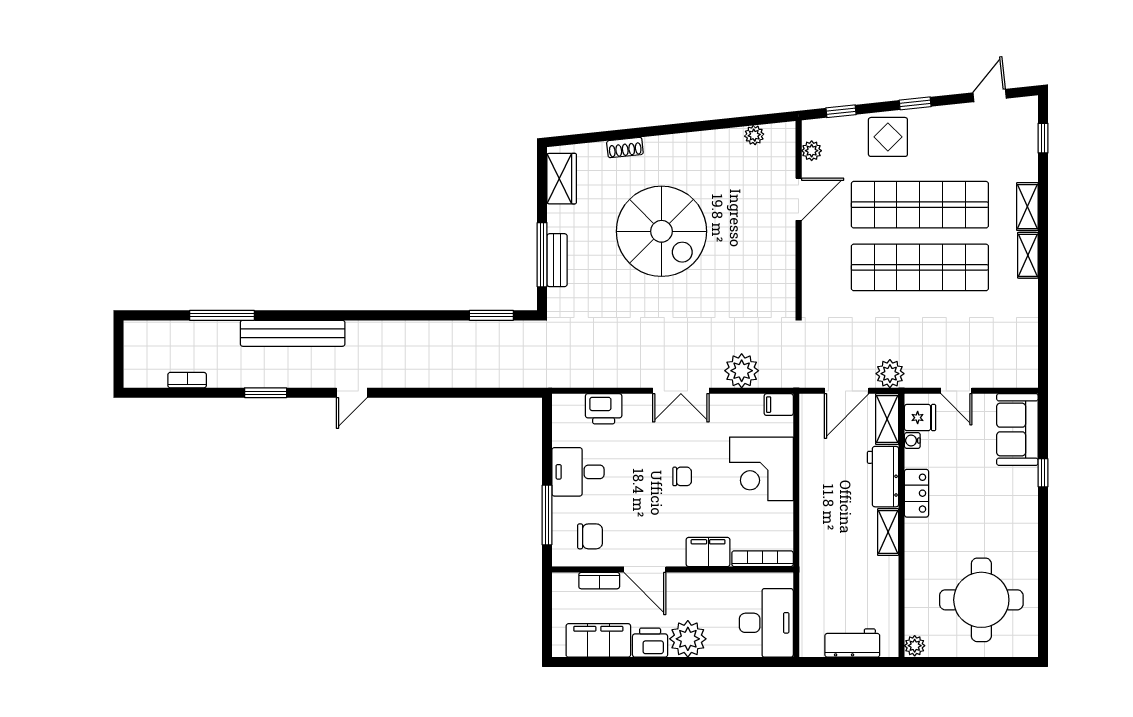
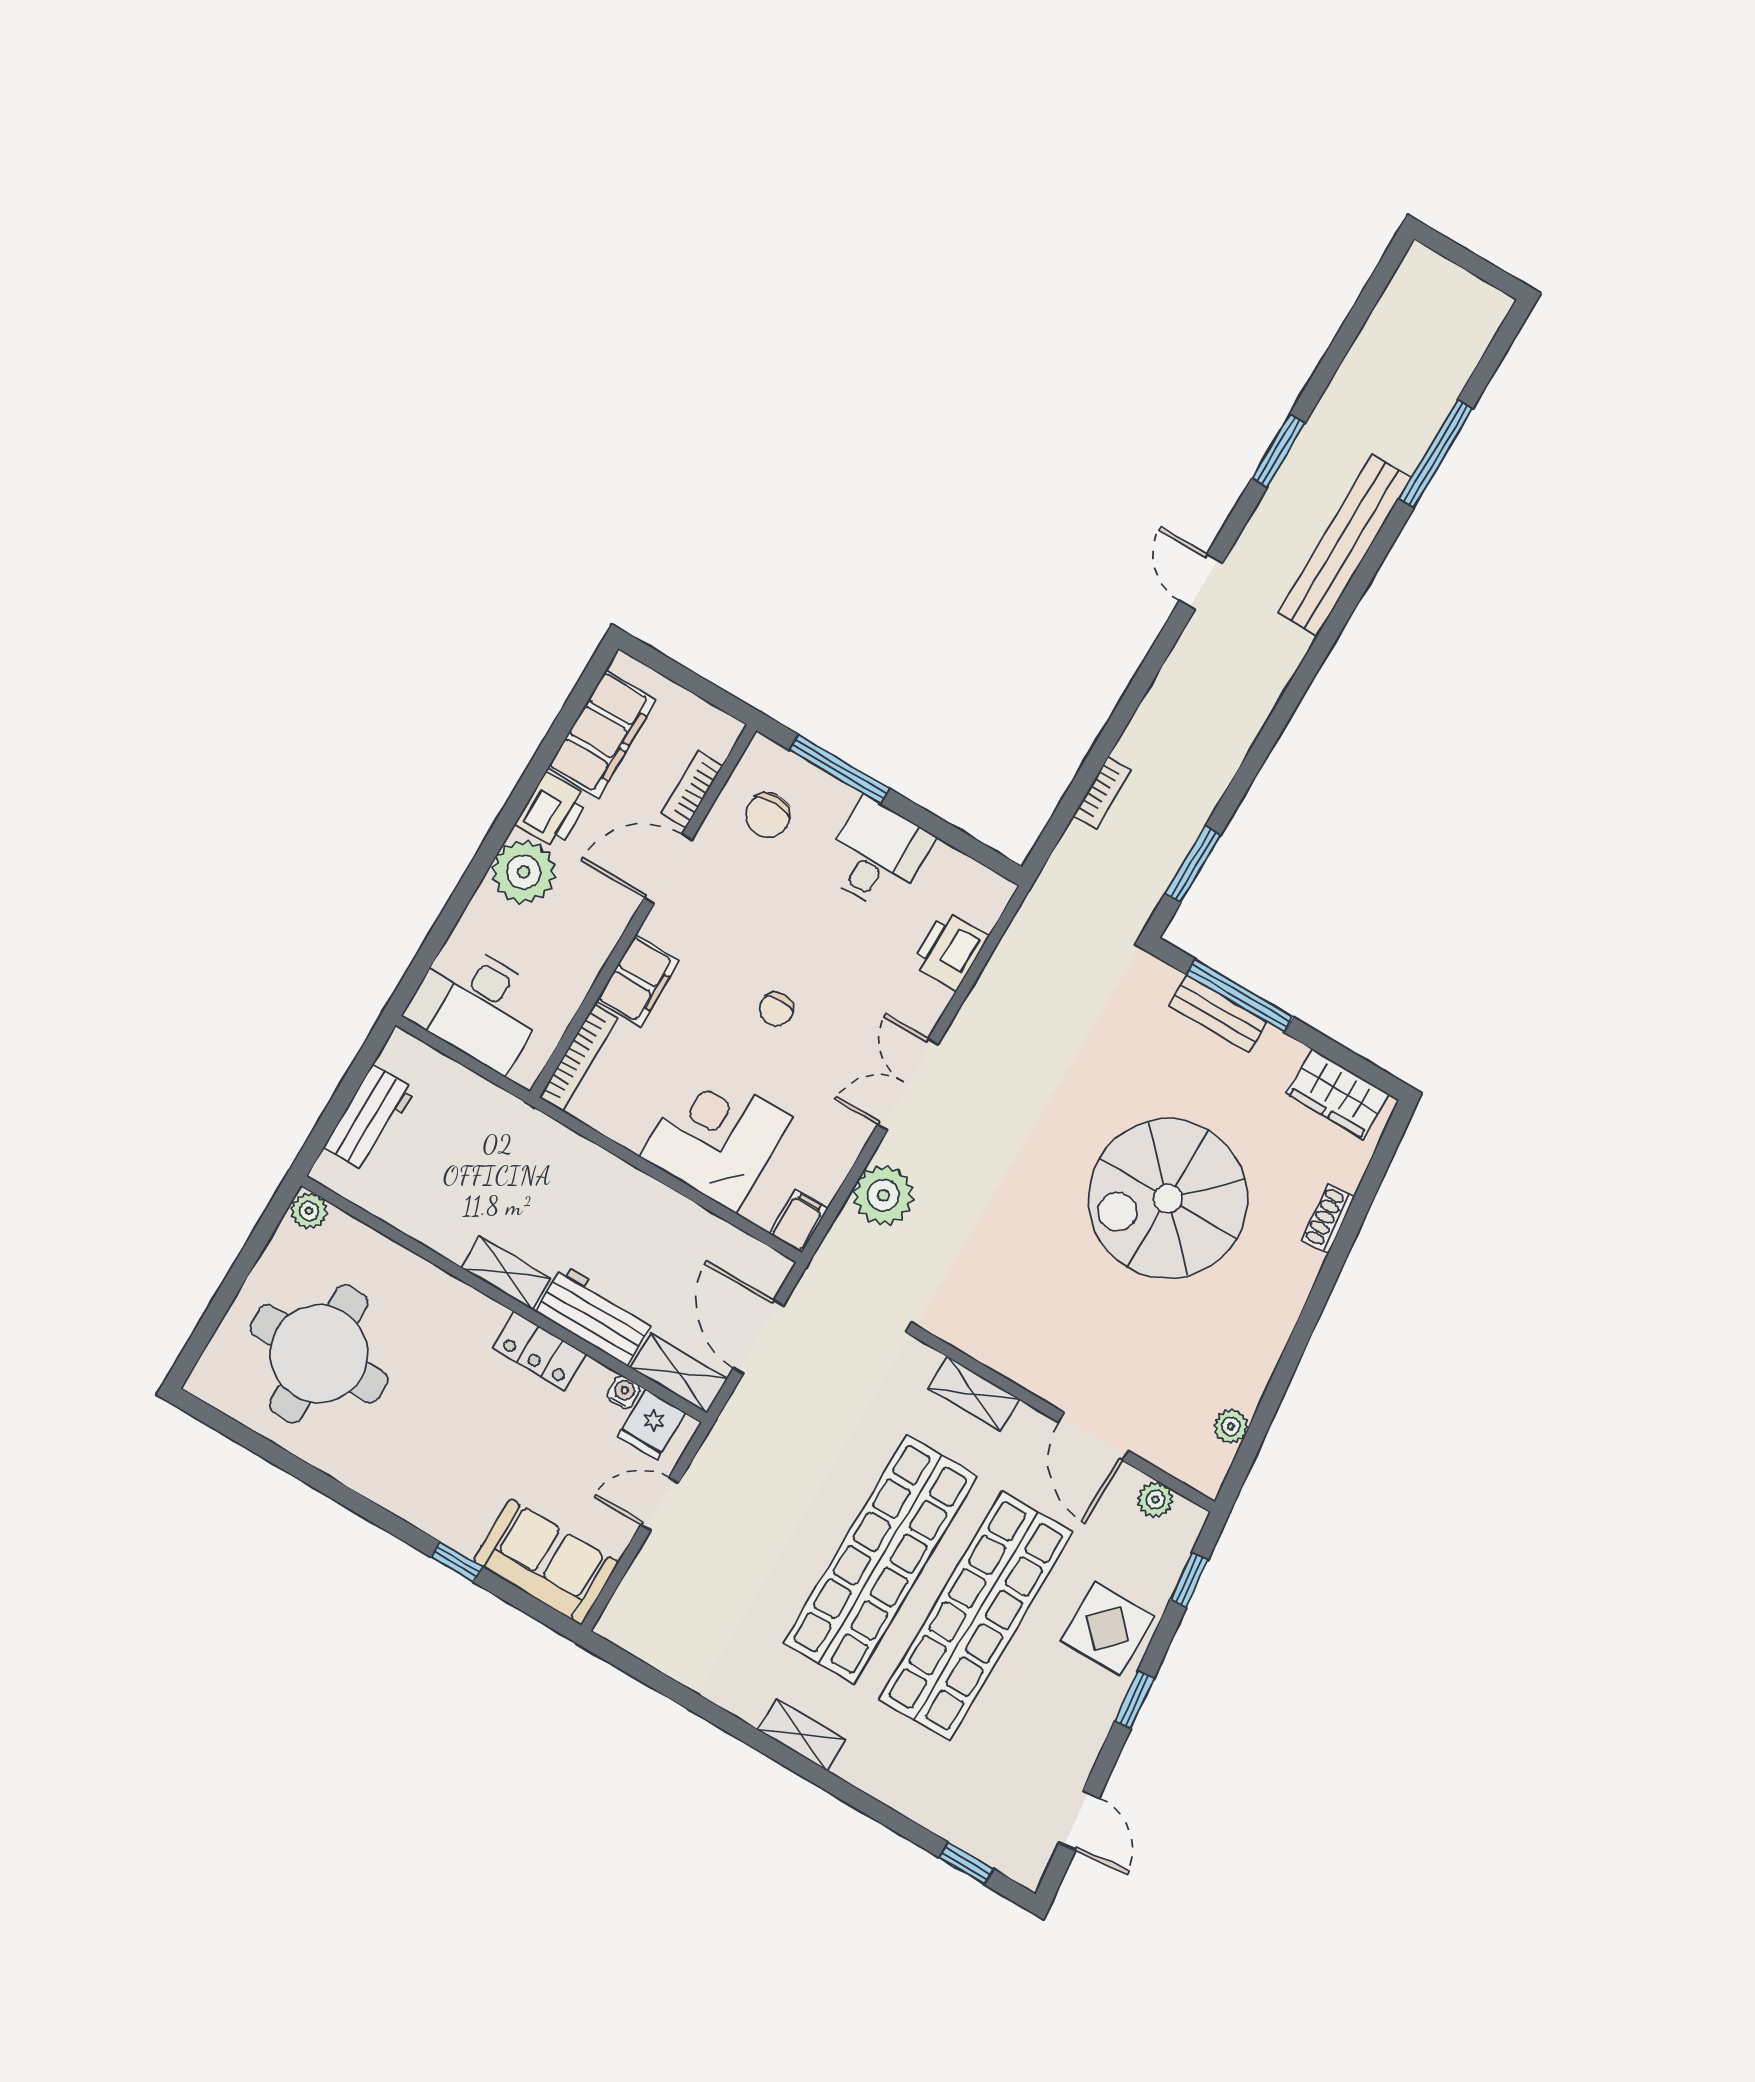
shelving: (1027, 207) -> (974, 1394), moved
plant: (890, 374) -> (745, 1418), removed
bookcase: (187, 380) -> (1102, 793), moved

